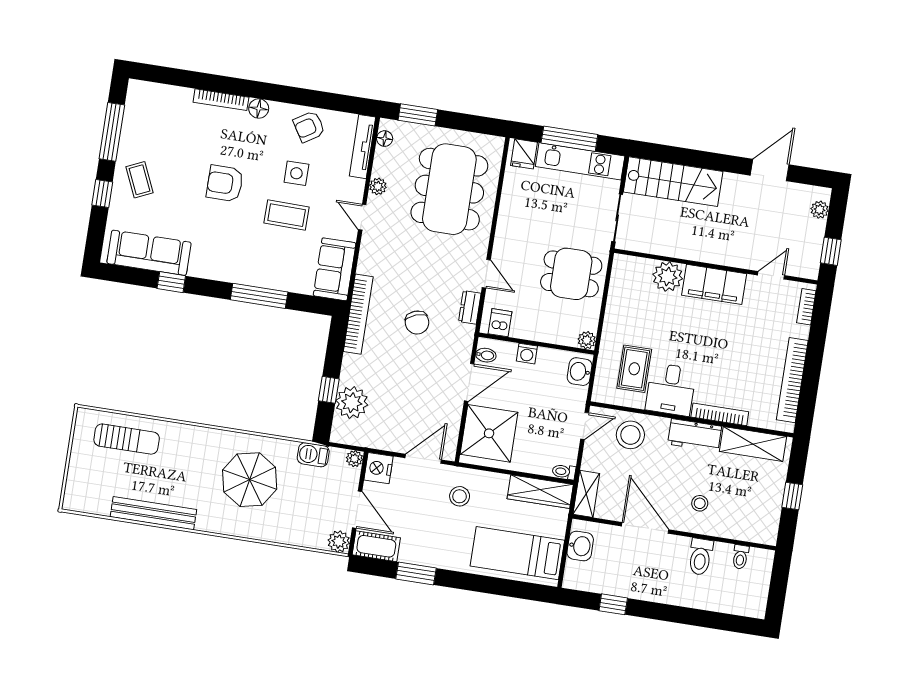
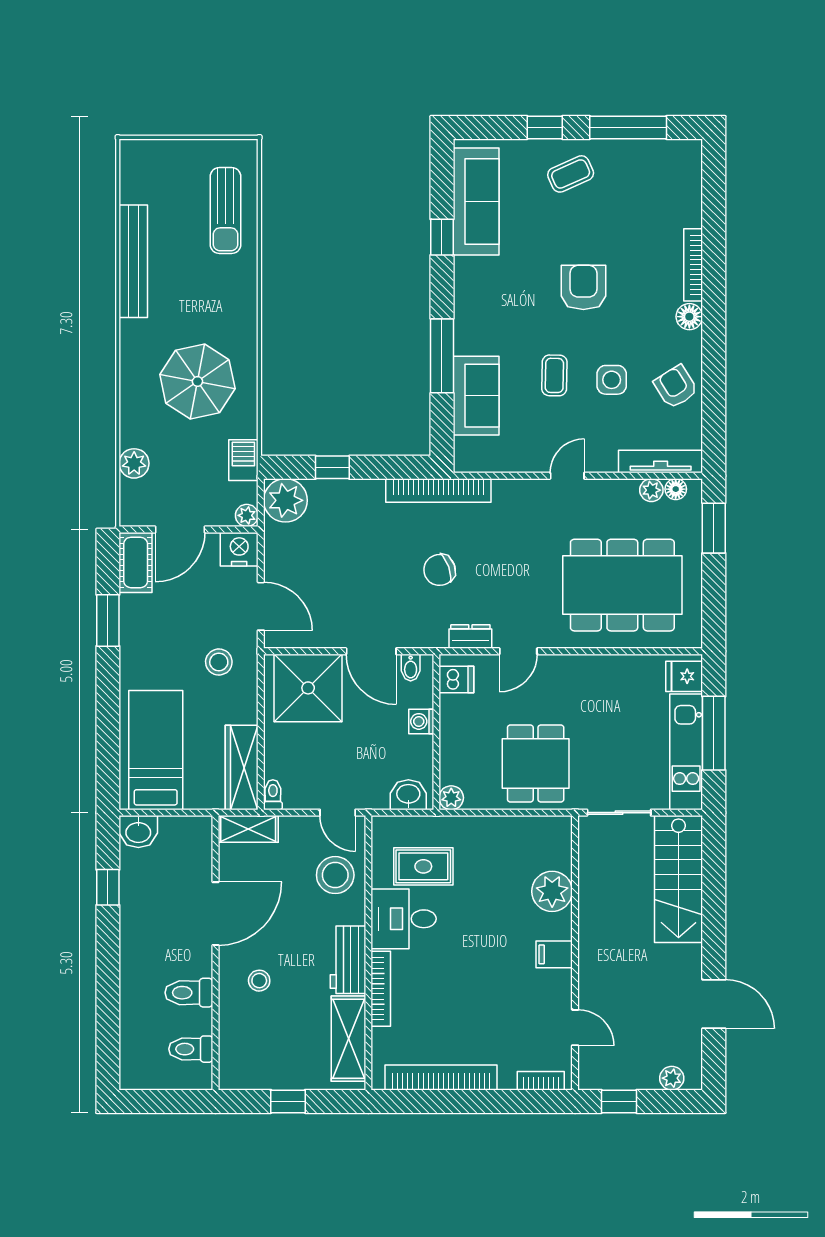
plant: (378, 186) -> (651, 490), moved
coffee table: (287, 215) -> (554, 375), width x0.73, depth x0.77
sofa: (335, 269) -> (476, 396), moved, turned 90
filing cabinet: (714, 284) -> (554, 954), width x0.33, depth x0.86
plant: (352, 403) -> (285, 500), moved
plant: (339, 542) -> (134, 463), moved
washbasin: (580, 546) -> (138, 832), moved
toilet: (740, 557) -> (191, 1049), width x1.37, depth x1.39

